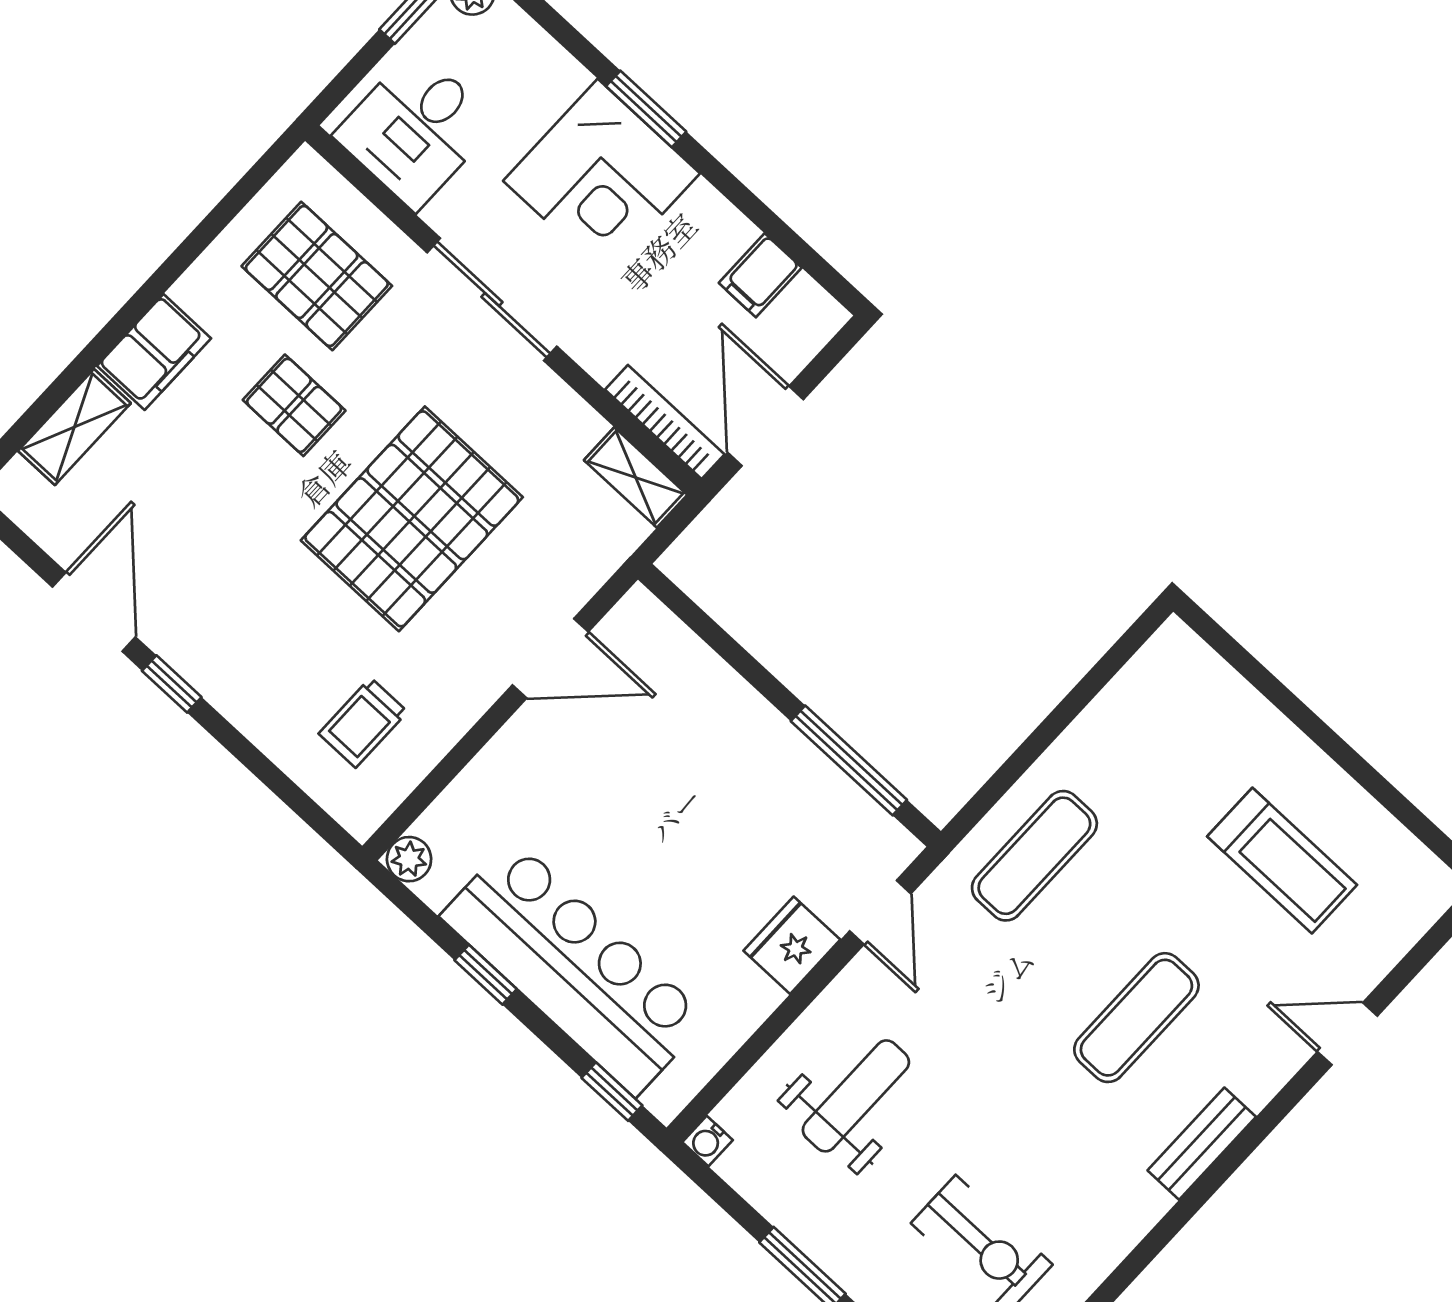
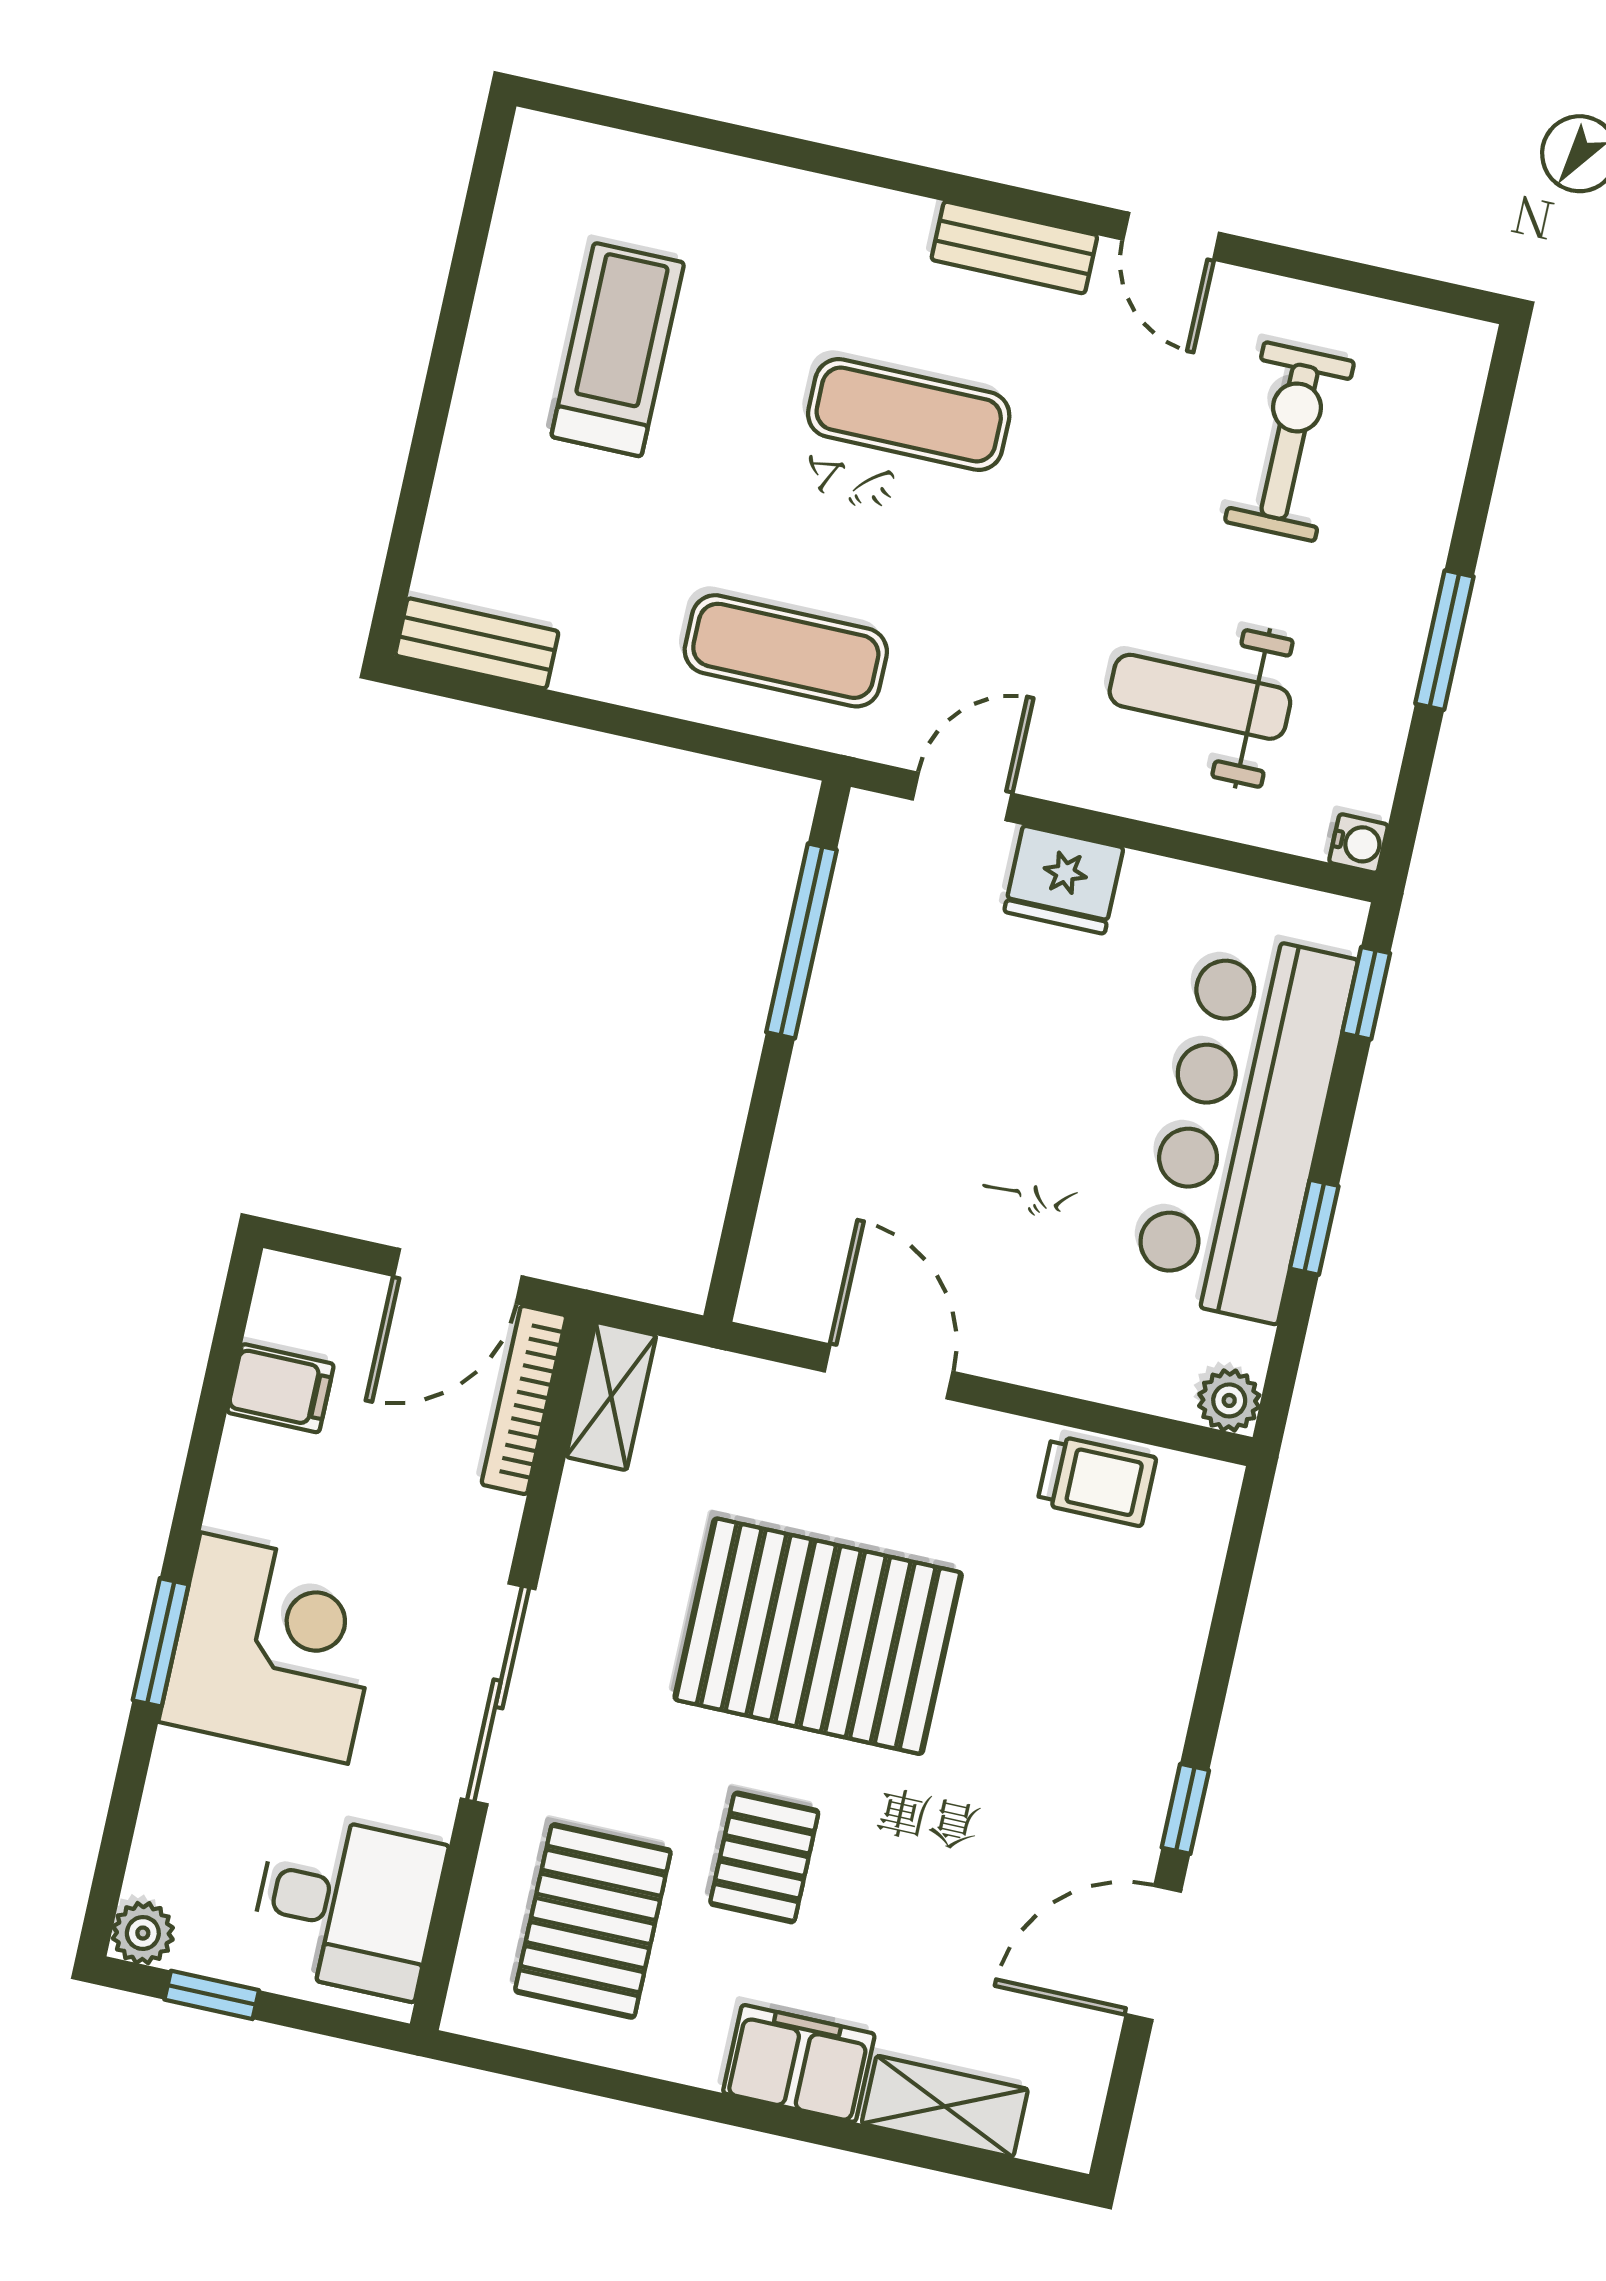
bench: (1151, 667) -> (477, 643), added
trolley: (363, 723) -> (1097, 1481), moved
door: (1347, 1034) -> (1171, 236), moved

